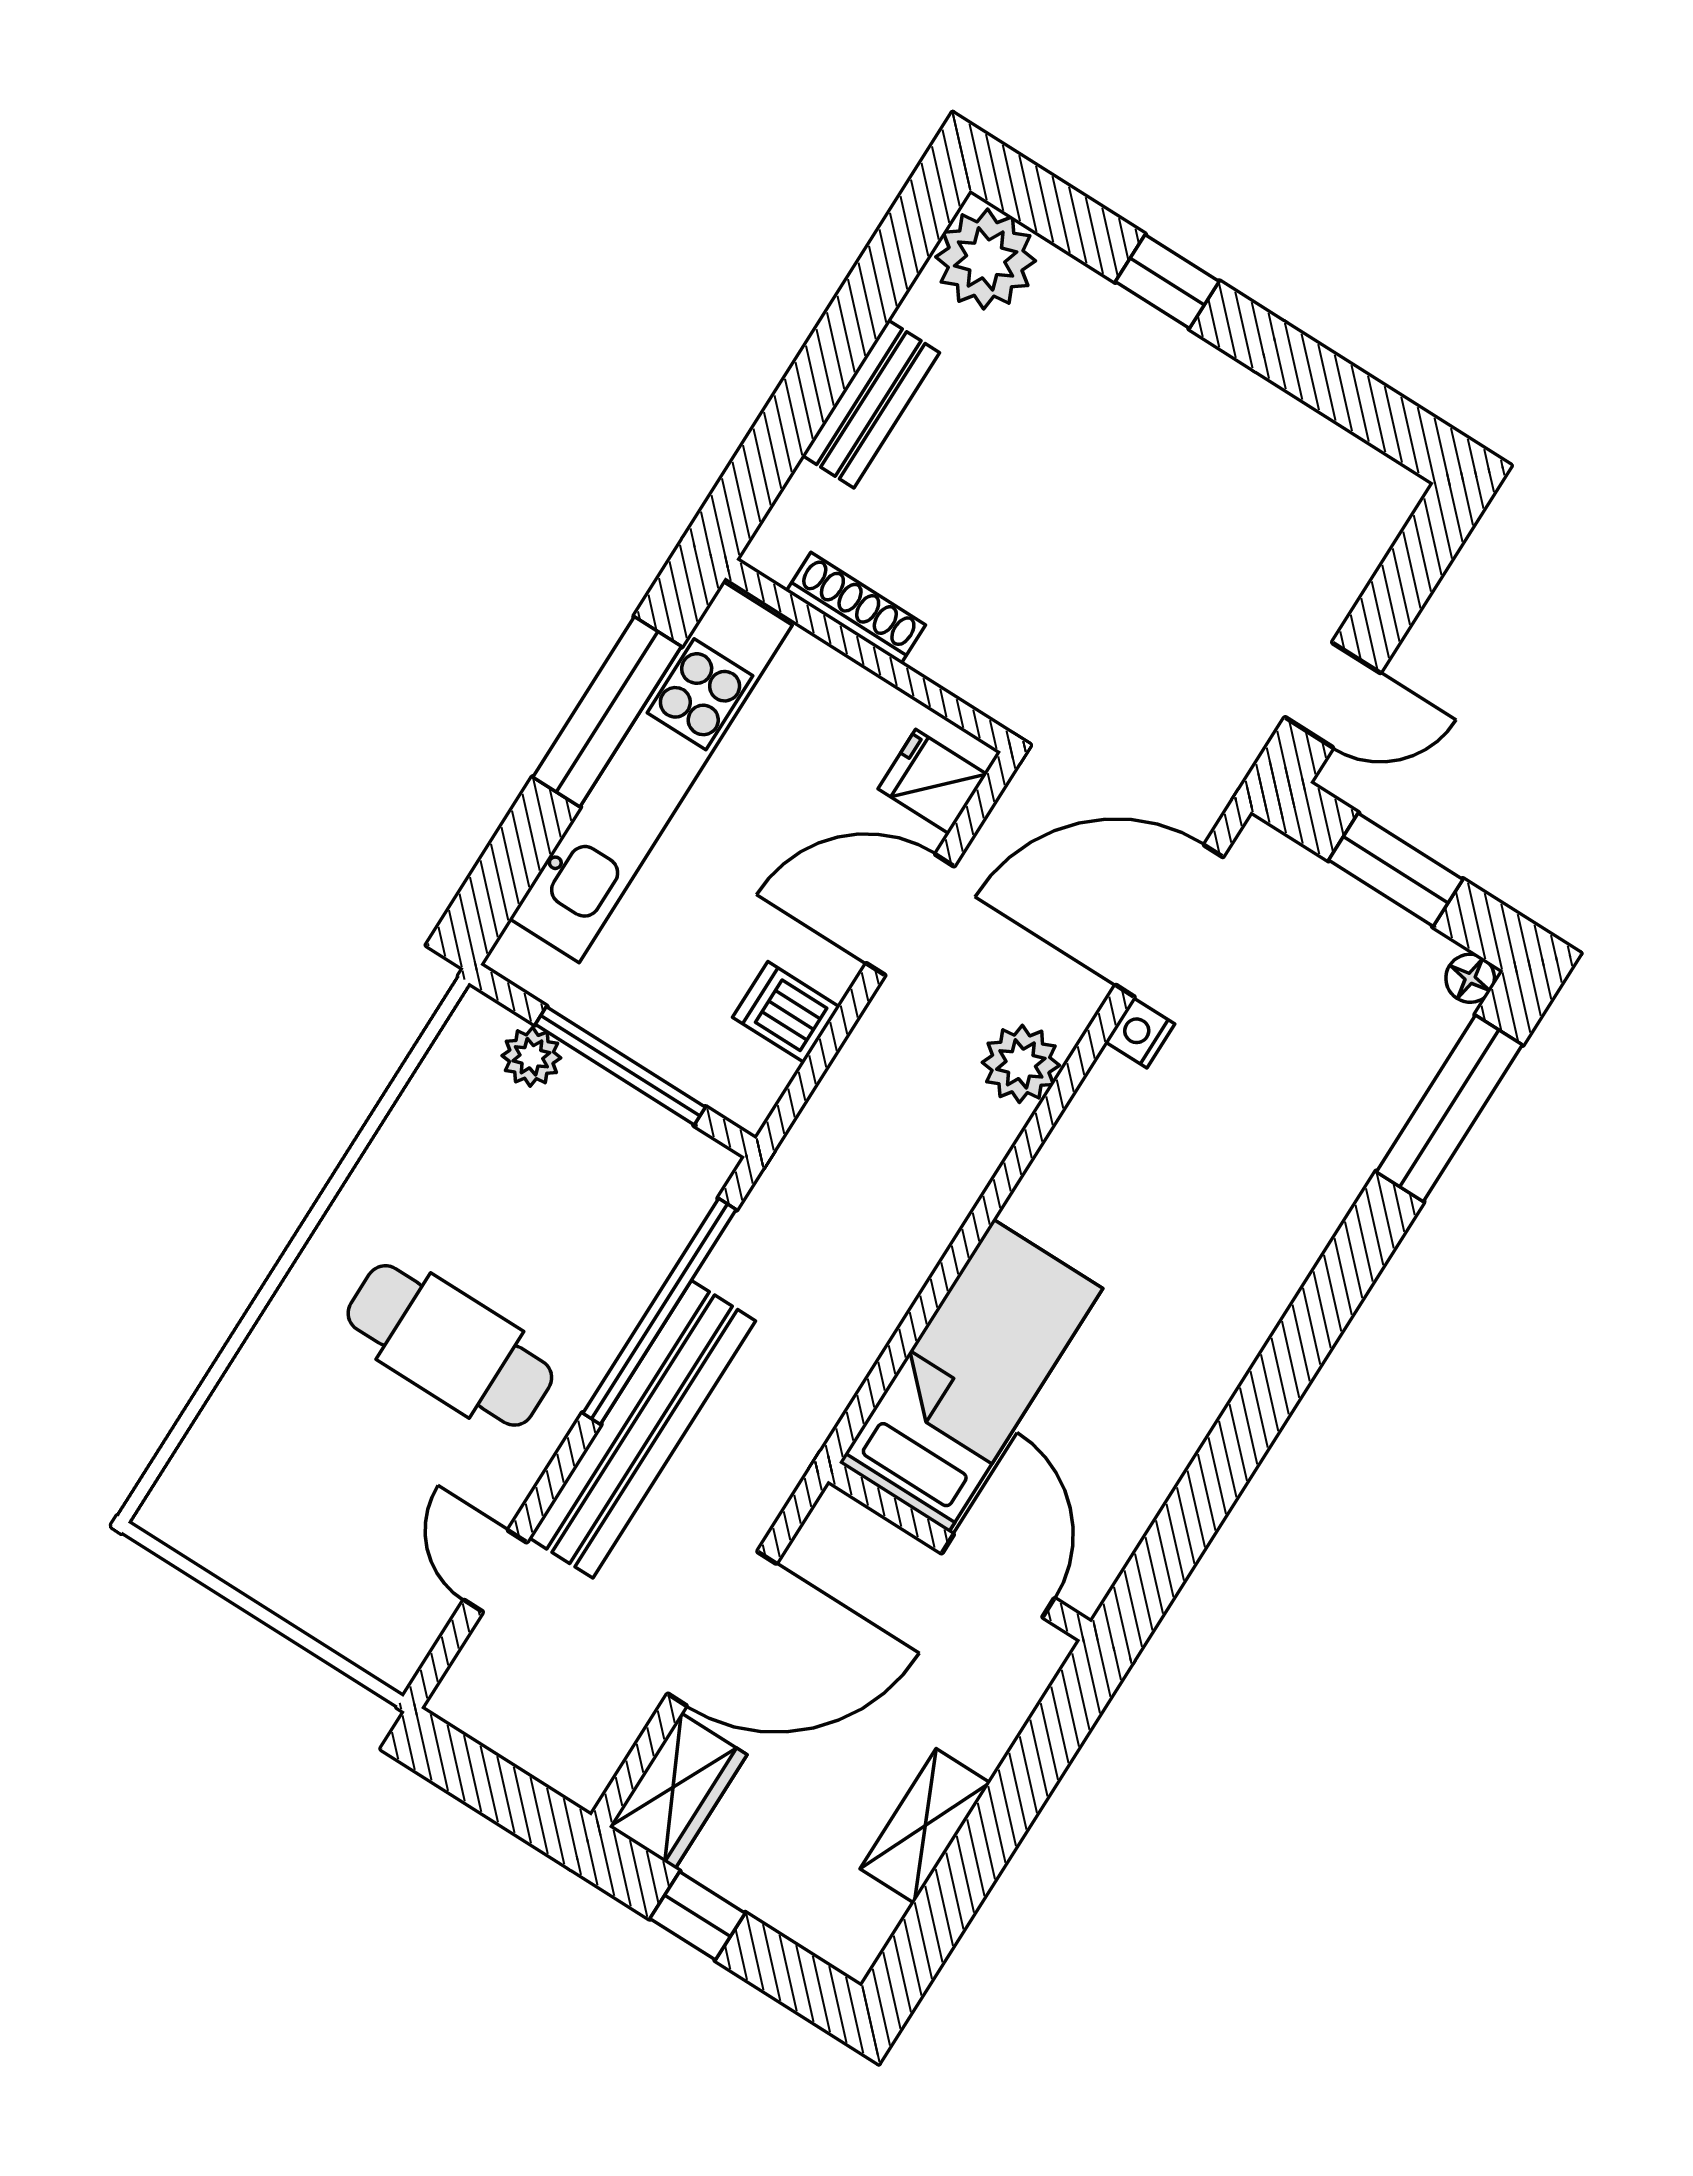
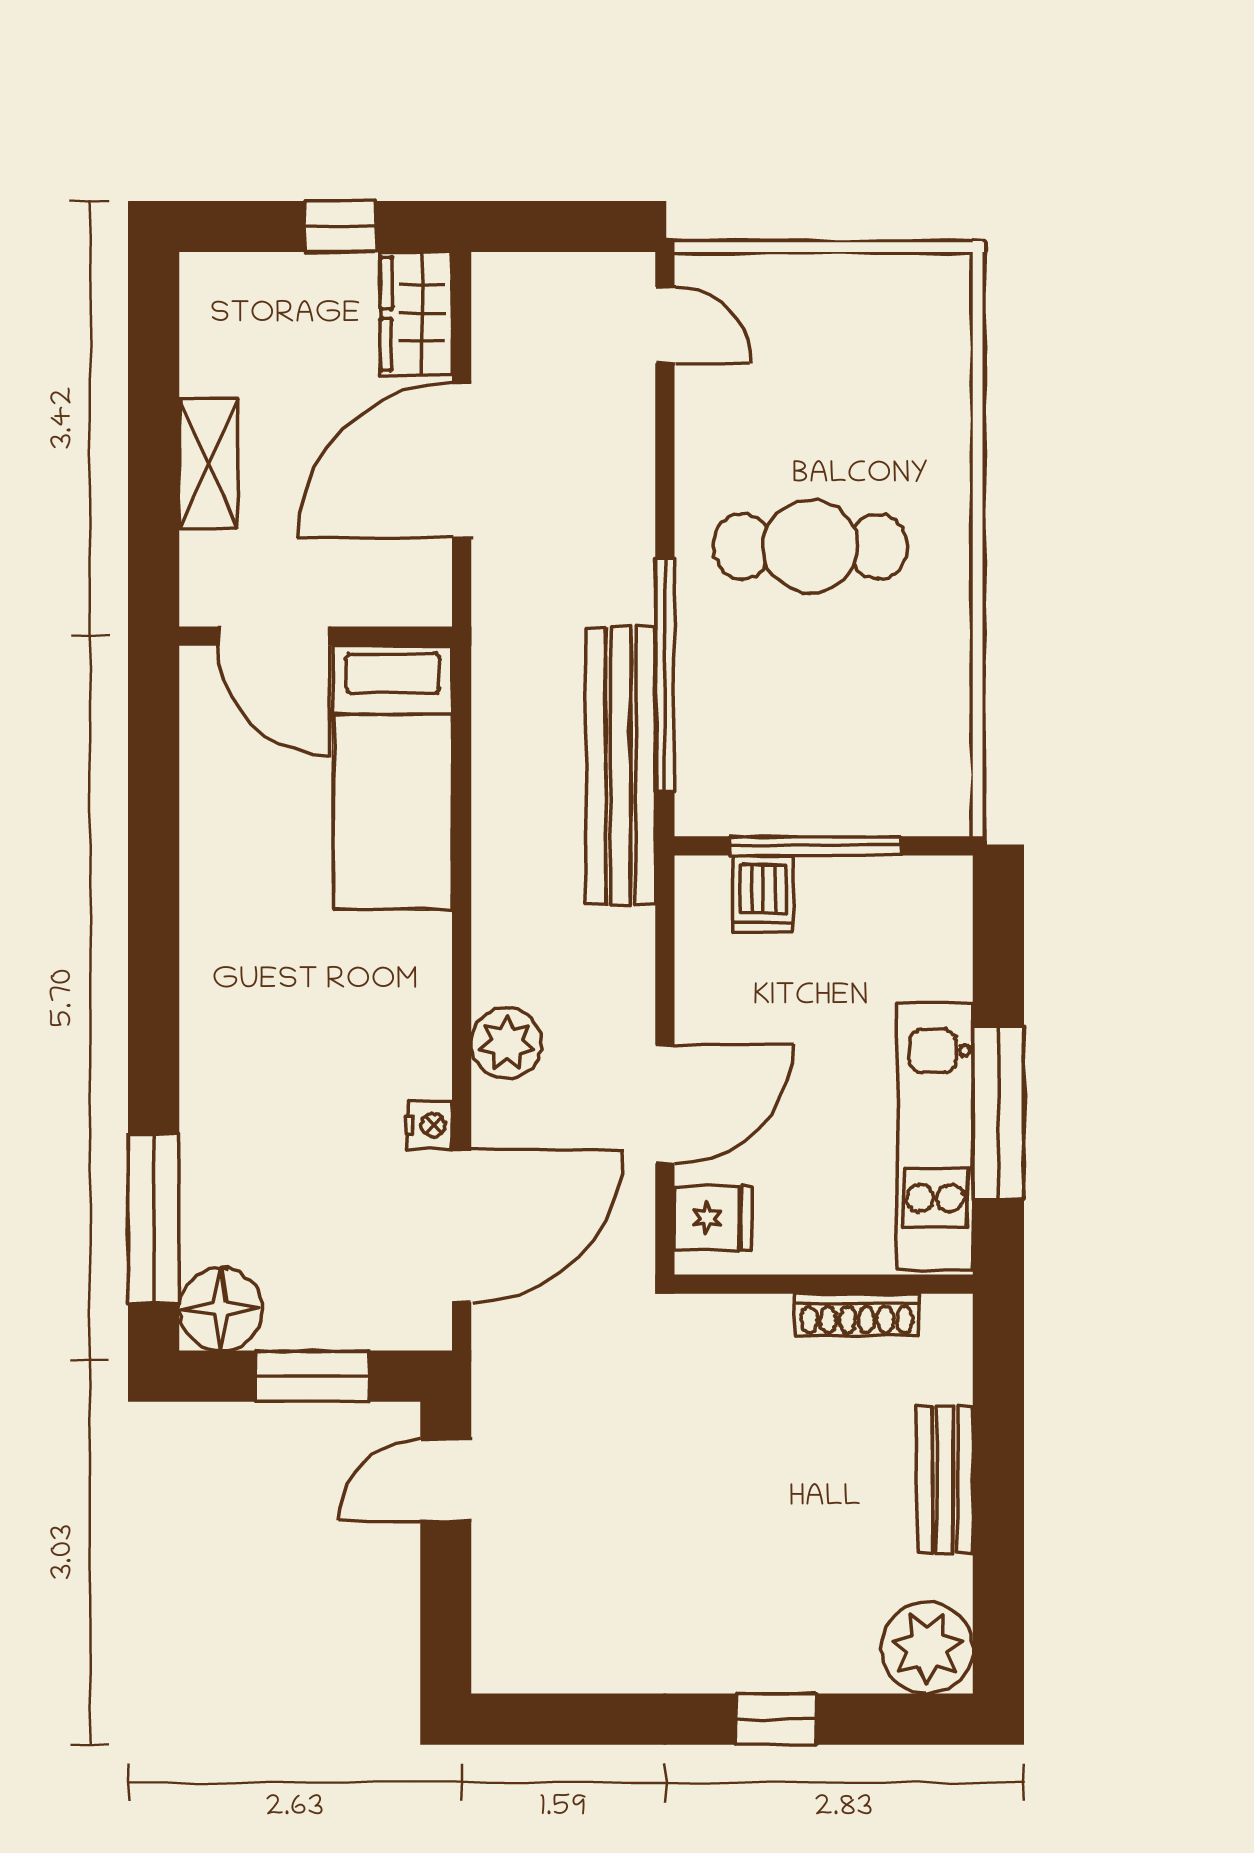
kitchen unit: (651, 772) -> (935, 1137), width x0.73
floor lamp: (1470, 978) -> (221, 1309), width x1.89, depth x1.89
dishwasher: (786, 1012) -> (763, 894), moved, turned 90
plant: (531, 1057) -> (888, 809), removed
bench: (642, 1429) -> (621, 766), moved
door: (495, 1571) -> (665, 325), moved
shelving: (925, 1826) -> (208, 464), moved

